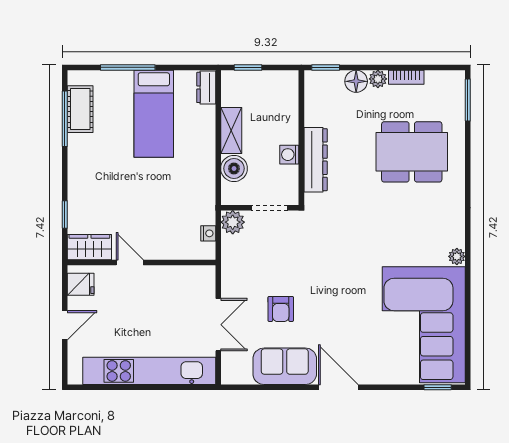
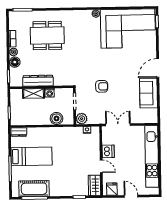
cot: (80, 109) -> (34, 189), width x1.37, depth x1.34
shelving: (231, 130) -> (34, 93), moved
dining table: (412, 152) -> (47, 36), turned 90
dresser: (316, 160) -> (38, 81), moved
door: (130, 262) -> (101, 166), swing flipped
dishwasher: (162, 278) -> (108, 151), added
armchair: (281, 309) -> (102, 86), moved
double door: (218, 325) -> (118, 125), moved

